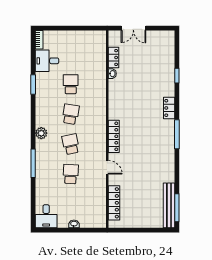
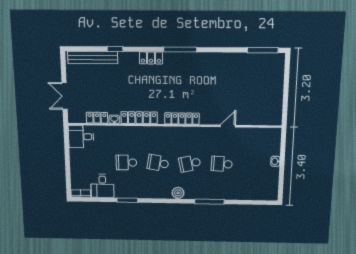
double door: (133, 28) -> (65, 96), swing flipped
door: (107, 167) -> (228, 126), moved
locker: (114, 203) -> (139, 118), moved
bench: (169, 205) -> (93, 58), moved
desk: (46, 216) -> (81, 137), moved, turned 180

